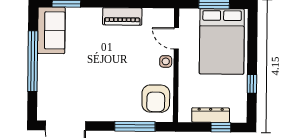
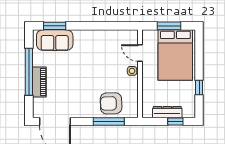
piano: (122, 16) -> (39, 82), moved, turned -90
sofa: (51, 30) -> (55, 40), moved, turned 90
armchair: (156, 99) -> (111, 103), moved, turned 88

